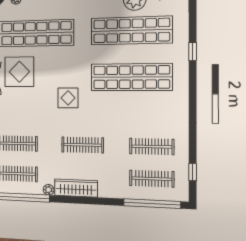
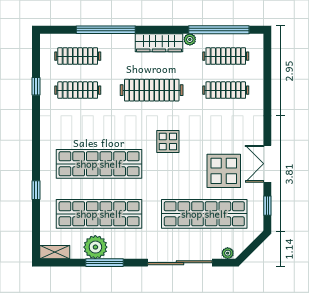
clothes rail: (83, 145) -> (152, 90), width x1.37, depth x1.31
window: (193, 172) -> (36, 86), moved
window: (152, 204) -> (106, 30), moved

